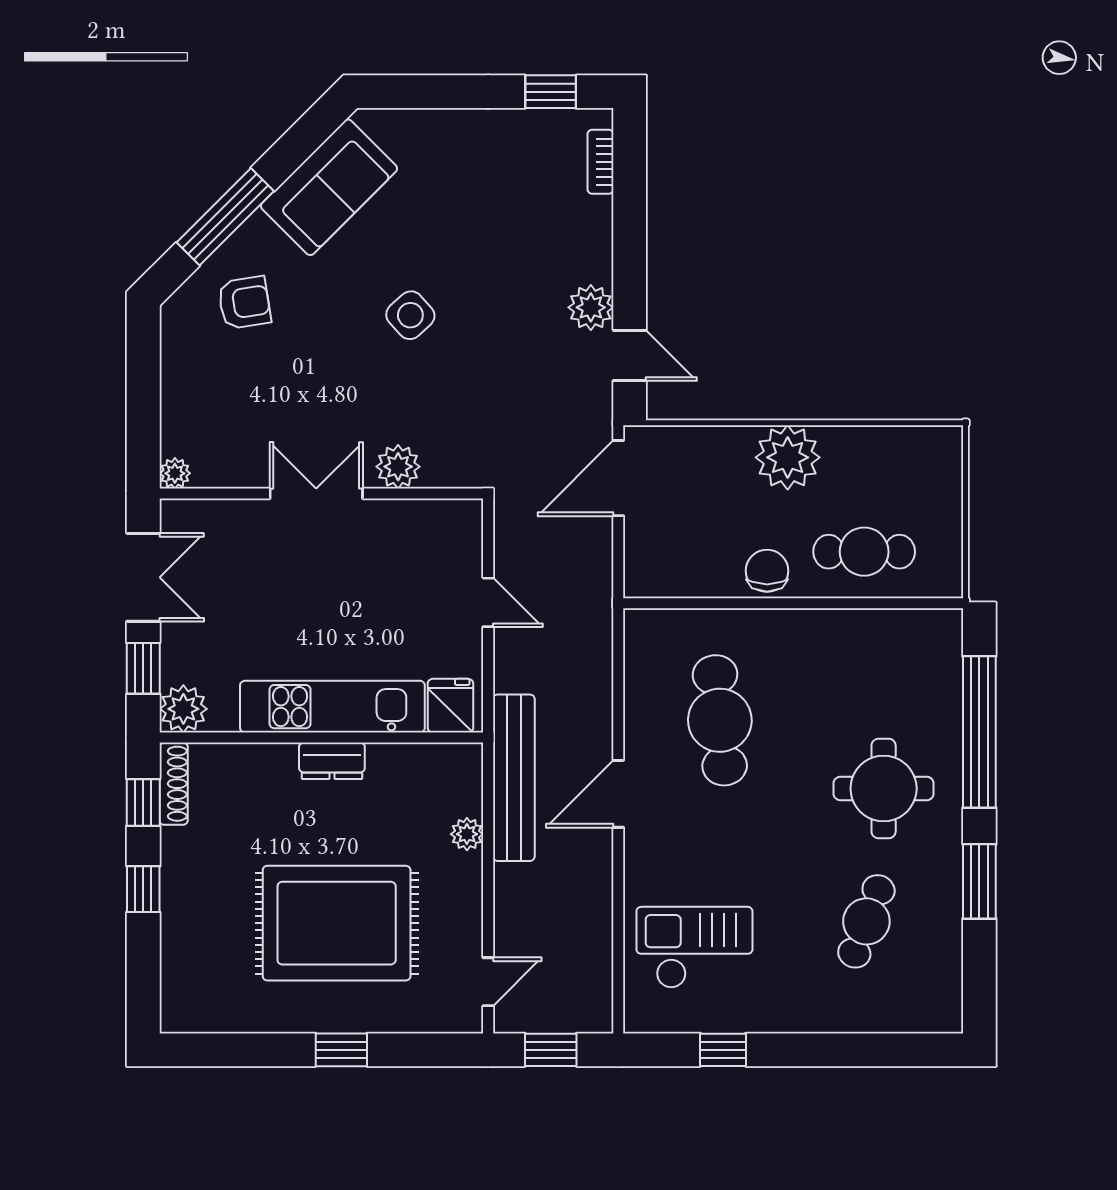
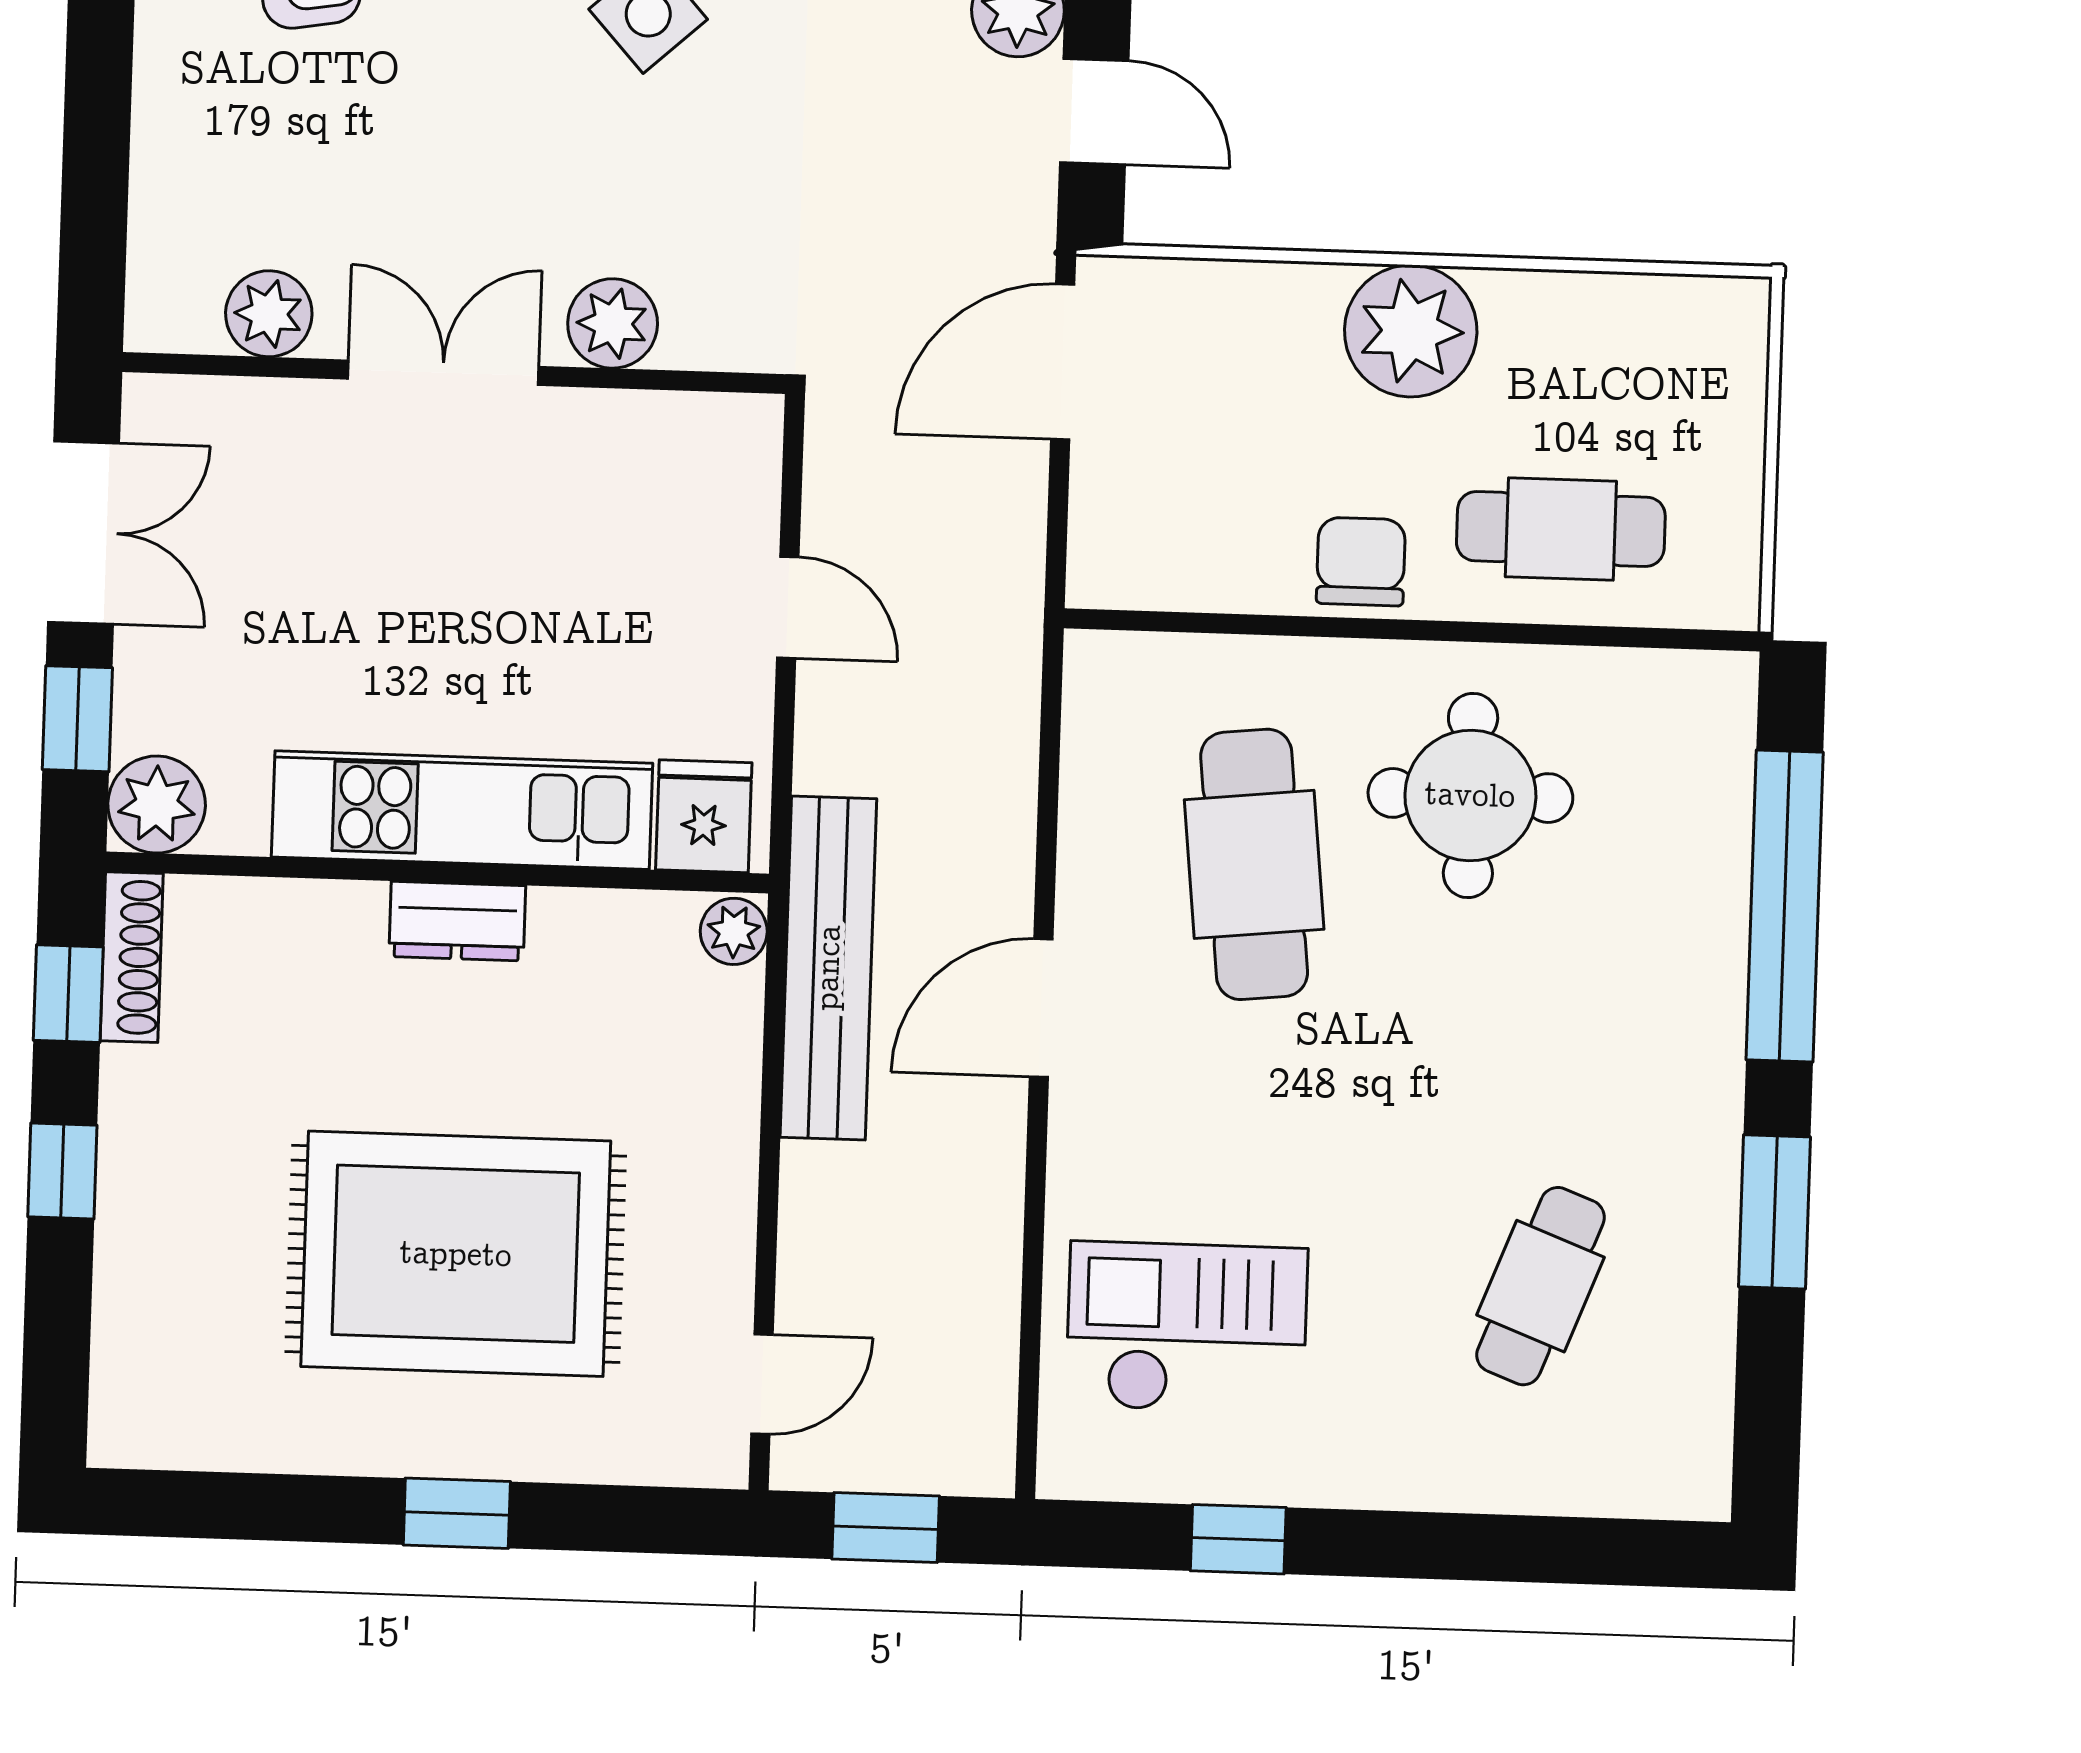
plant: (175, 473) -> (269, 314), moved, width x1.38, depth x1.38
round table: (884, 789) -> (1470, 795), moved
plant: (467, 834) -> (734, 931), moved

